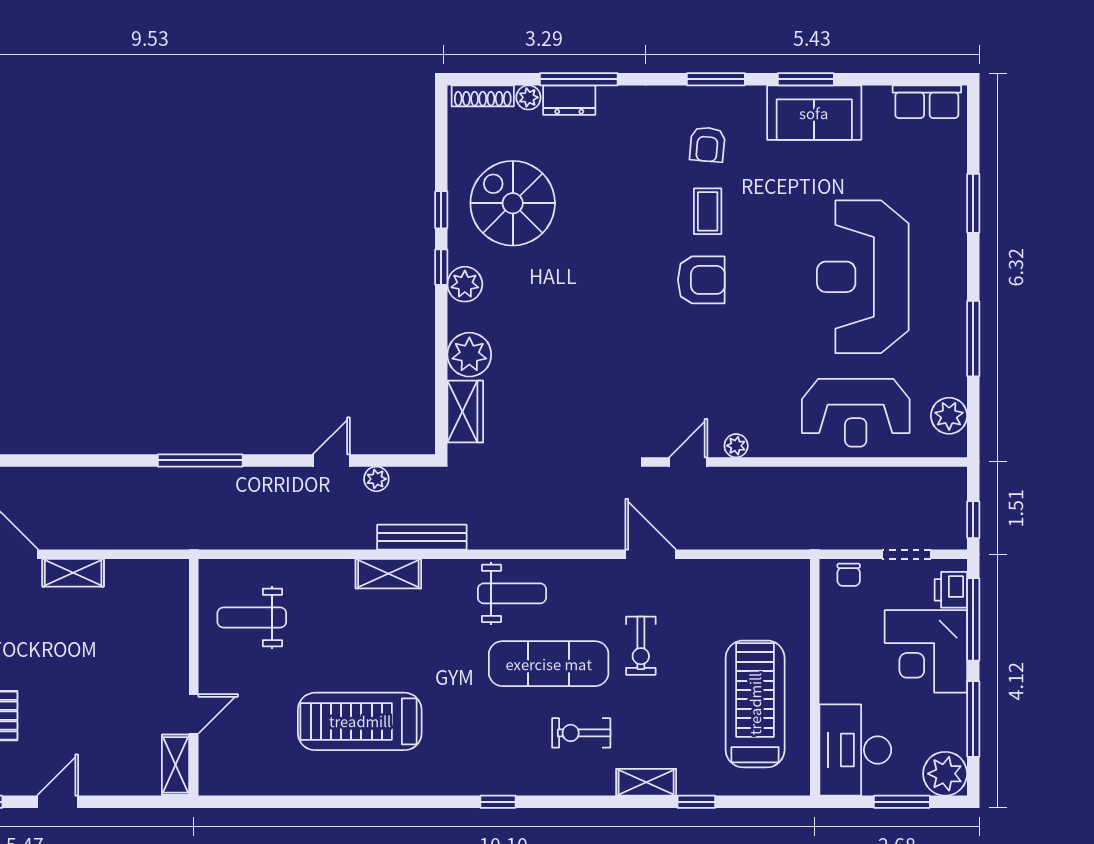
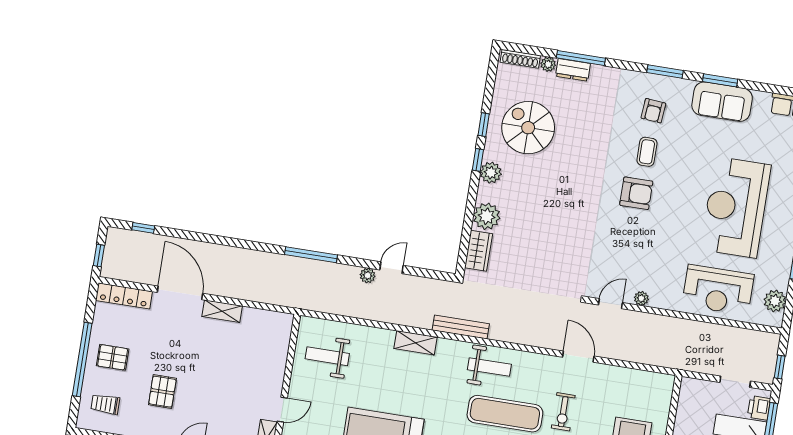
plant: (376, 479) -> (368, 275), moved
bench: (422, 537) -> (461, 327), moved
chair: (849, 575) -> (698, 389), removed

